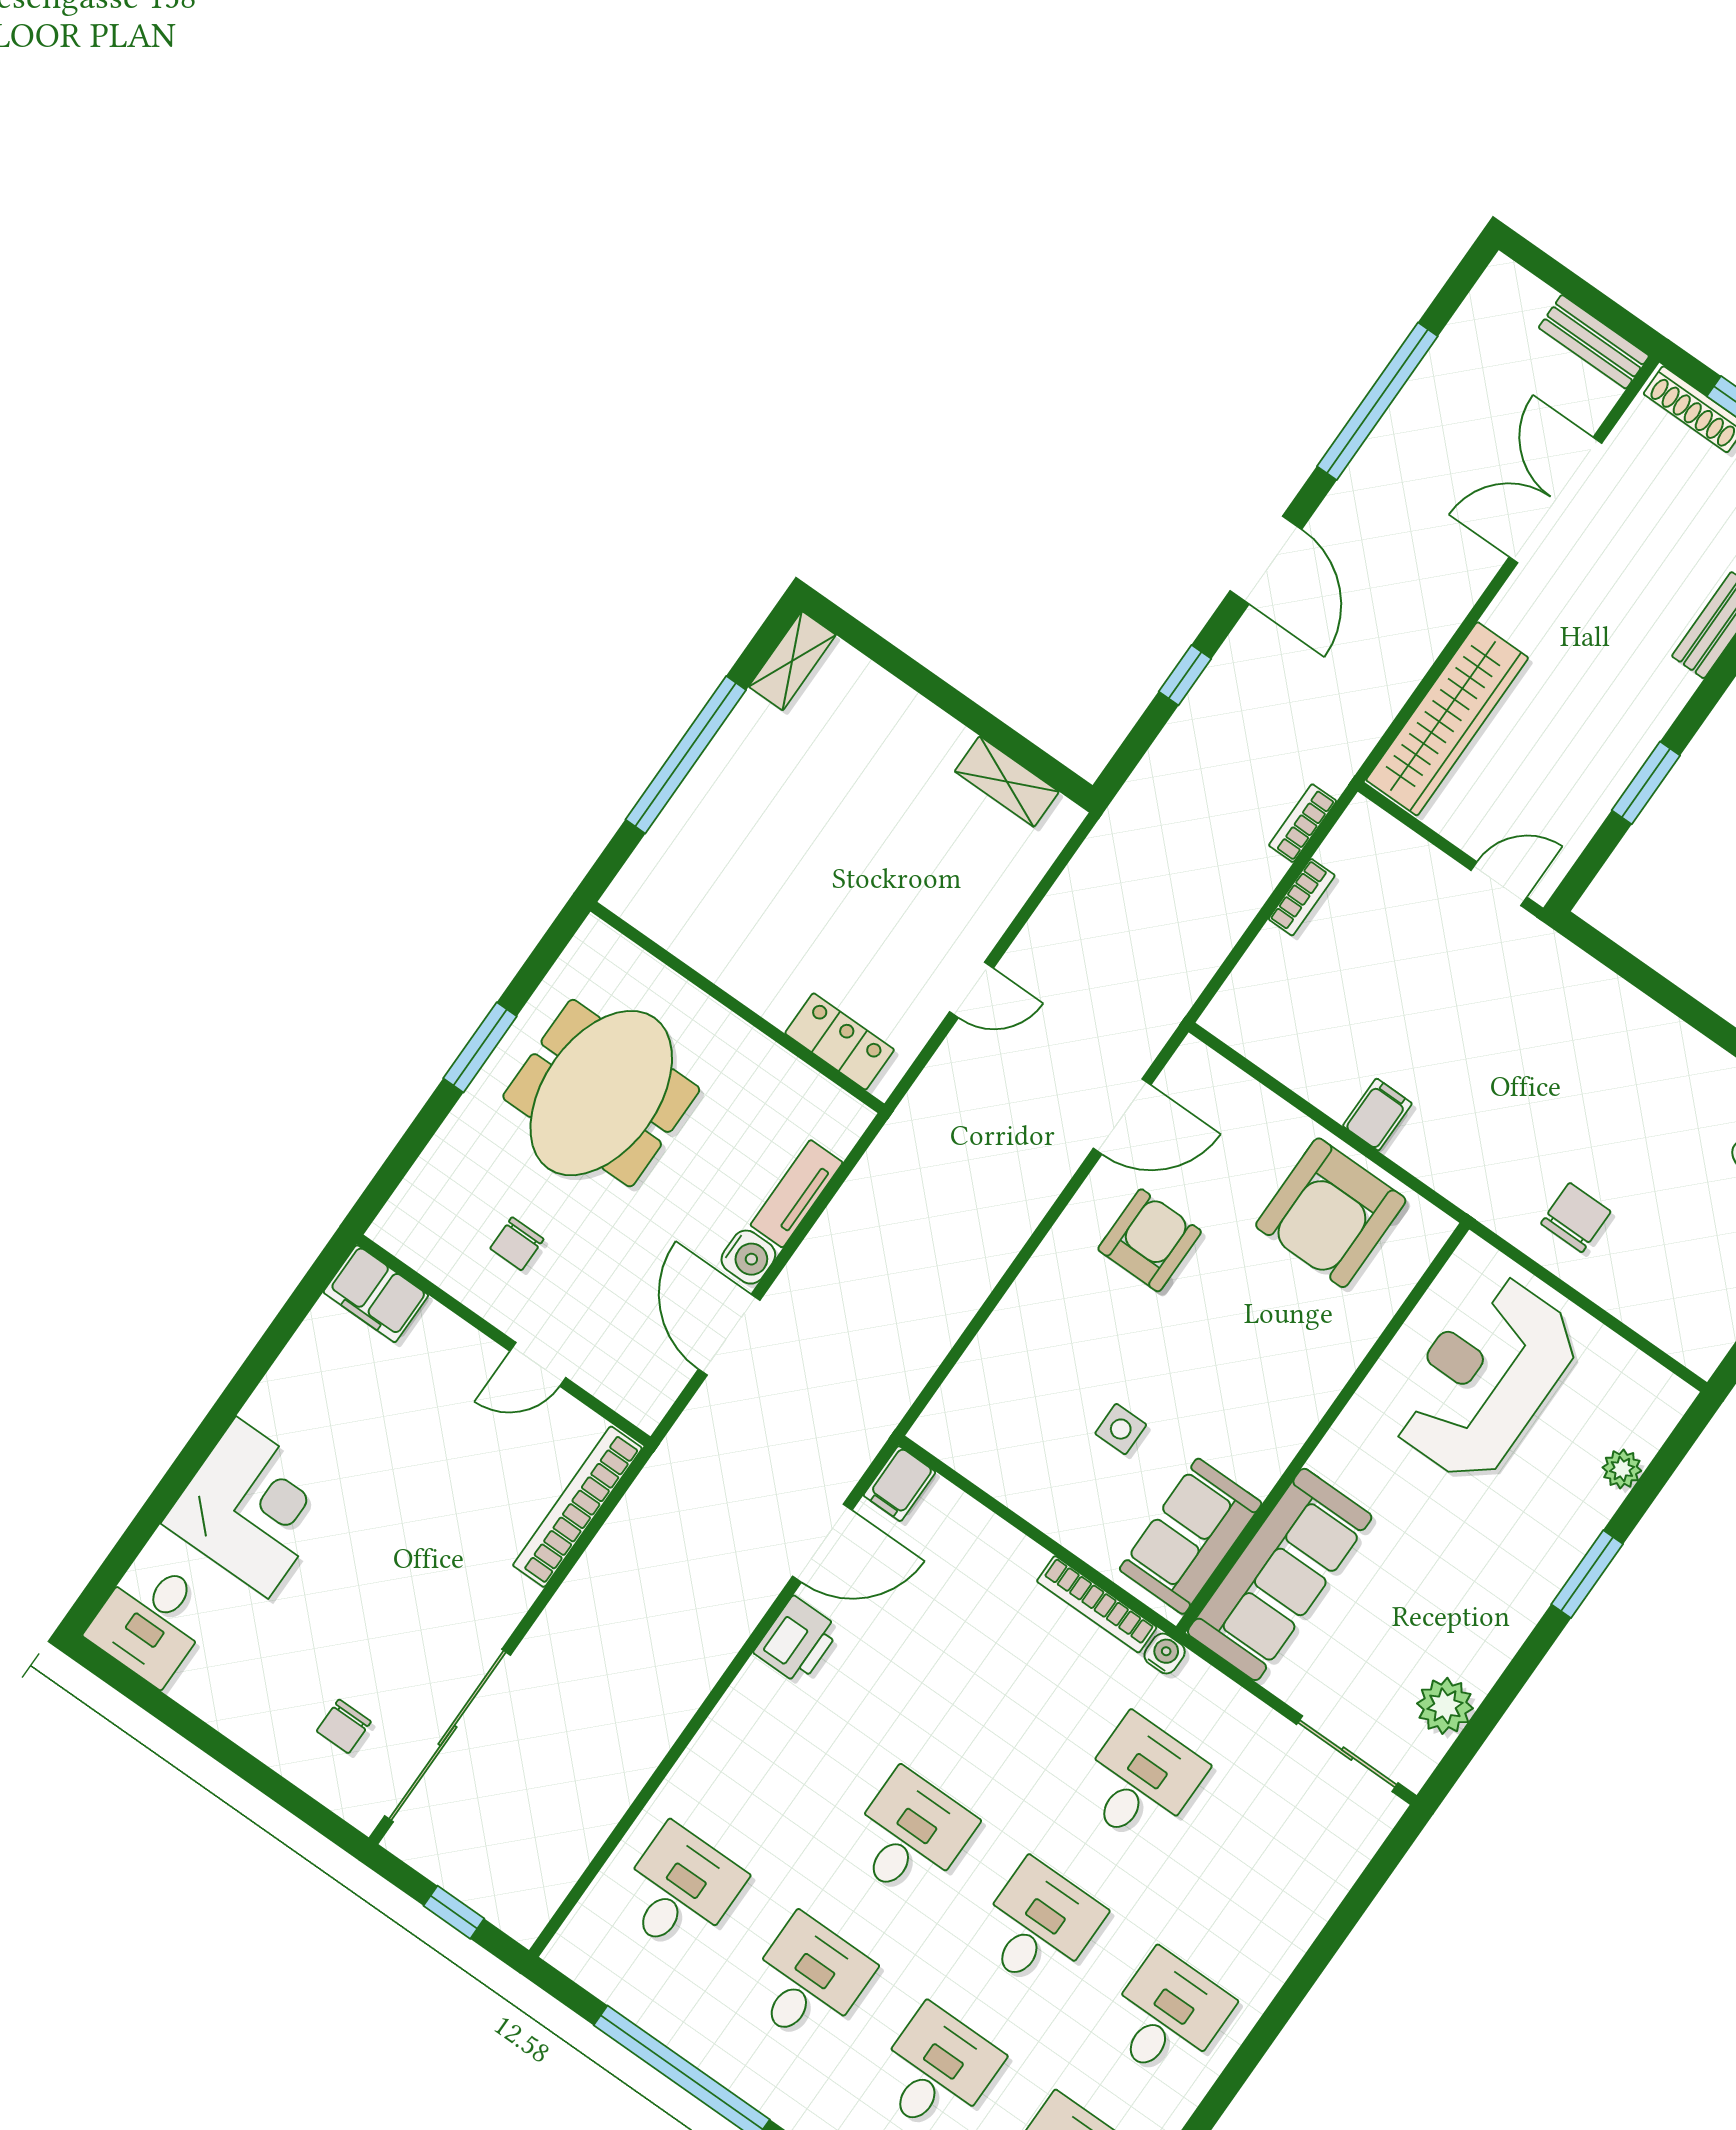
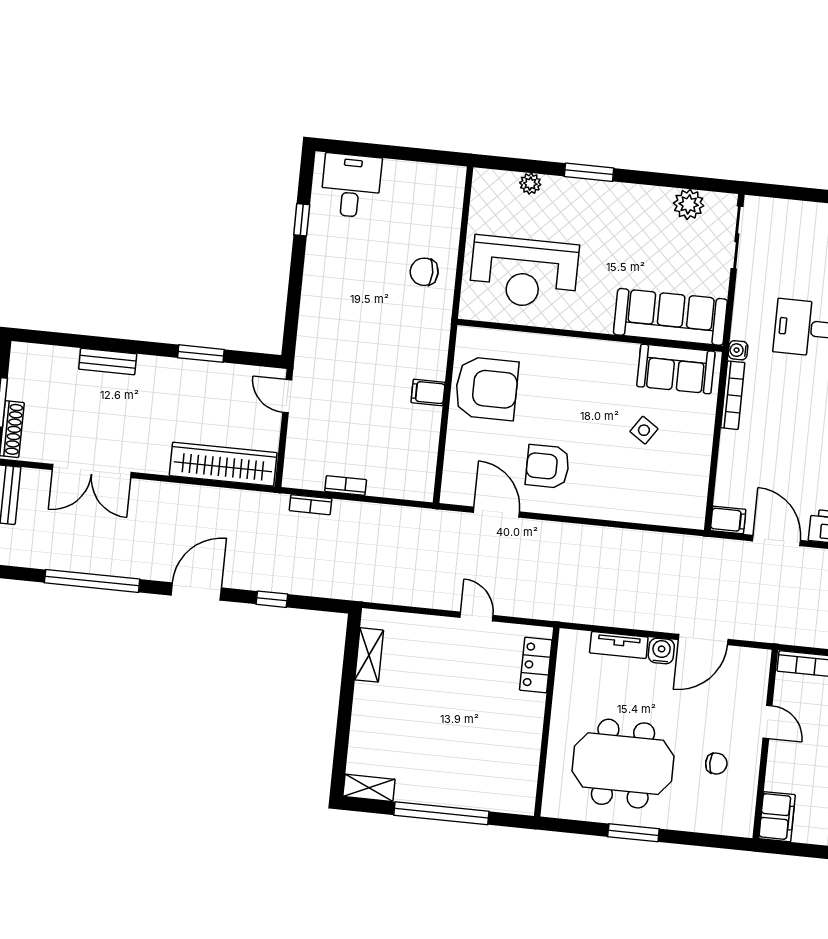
side table: (1121, 1429) -> (644, 430), turned 34

